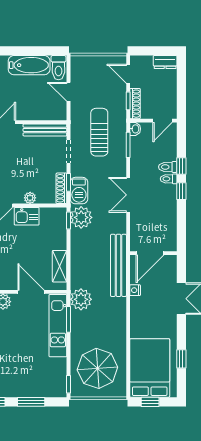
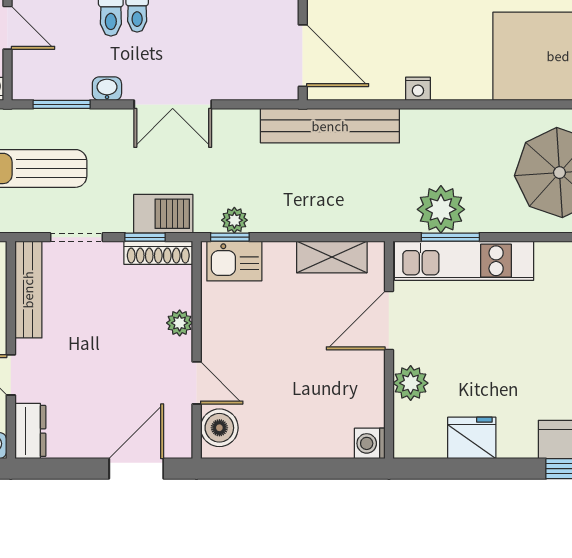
washbasin: (135, 129) -> (107, 89), moved
kitchen sink: (27, 216) -> (234, 261), moved, turned 90
plant: (81, 217) -> (234, 220), width x0.53, depth x0.53
nightstand: (135, 290) -> (418, 89), moved
plant: (81, 299) -> (441, 209), moved

